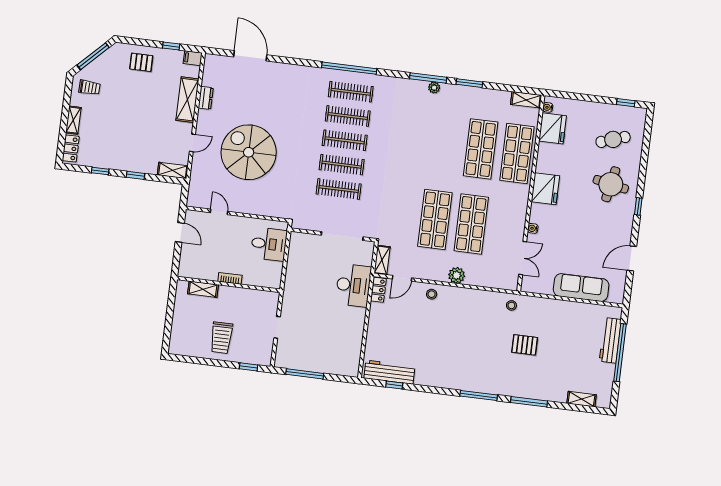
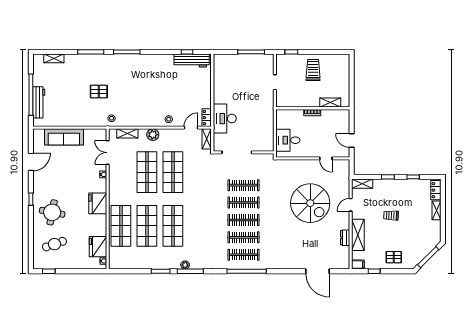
trolley: (89, 87) -> (391, 215), moved
shelving: (526, 100) -> (127, 133), moved
shop shelf: (444, 144) -> (173, 226), added

